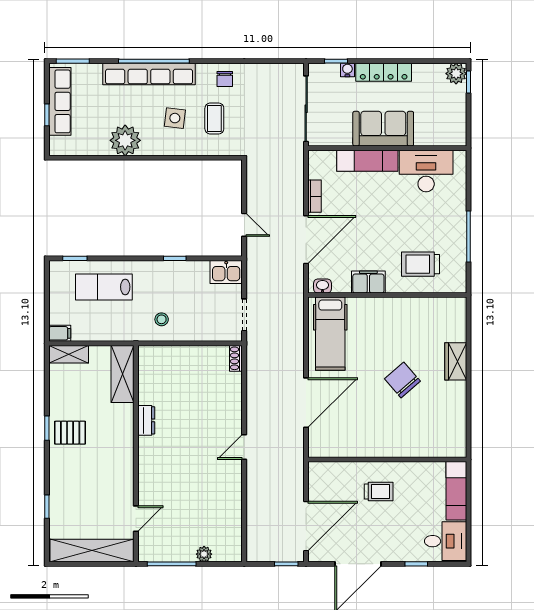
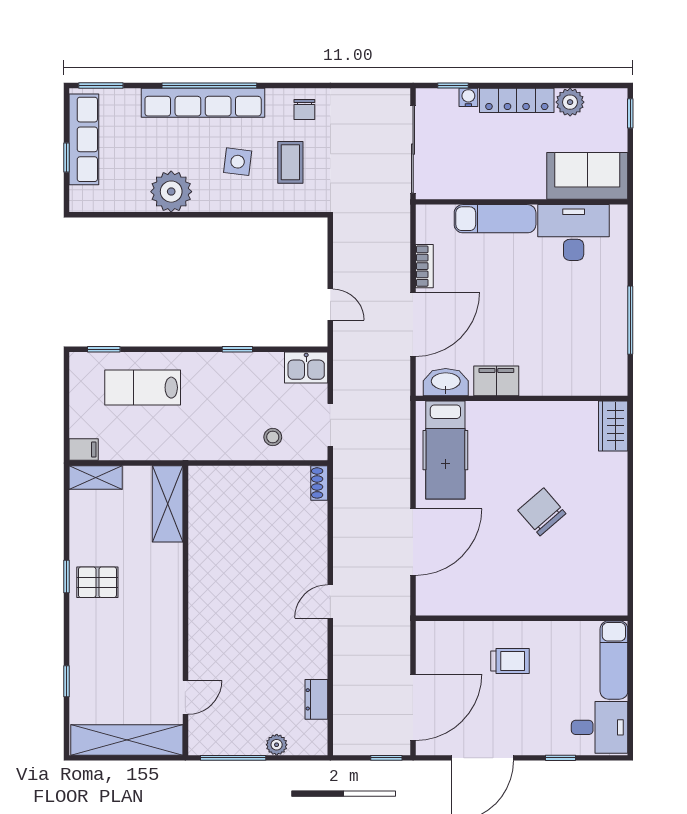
plant: (456, 74) -> (570, 102), moved
sofa: (383, 129) -> (587, 176), moved
trolley: (420, 264) -> (566, 357), removed
washbasin: (322, 286) -> (446, 382), width x1.91, depth x1.45
stool: (162, 319) -> (273, 437), moved
wardrobe: (456, 361) -> (613, 426), moved
dresser: (146, 420) -> (316, 699), moved, turned 180

